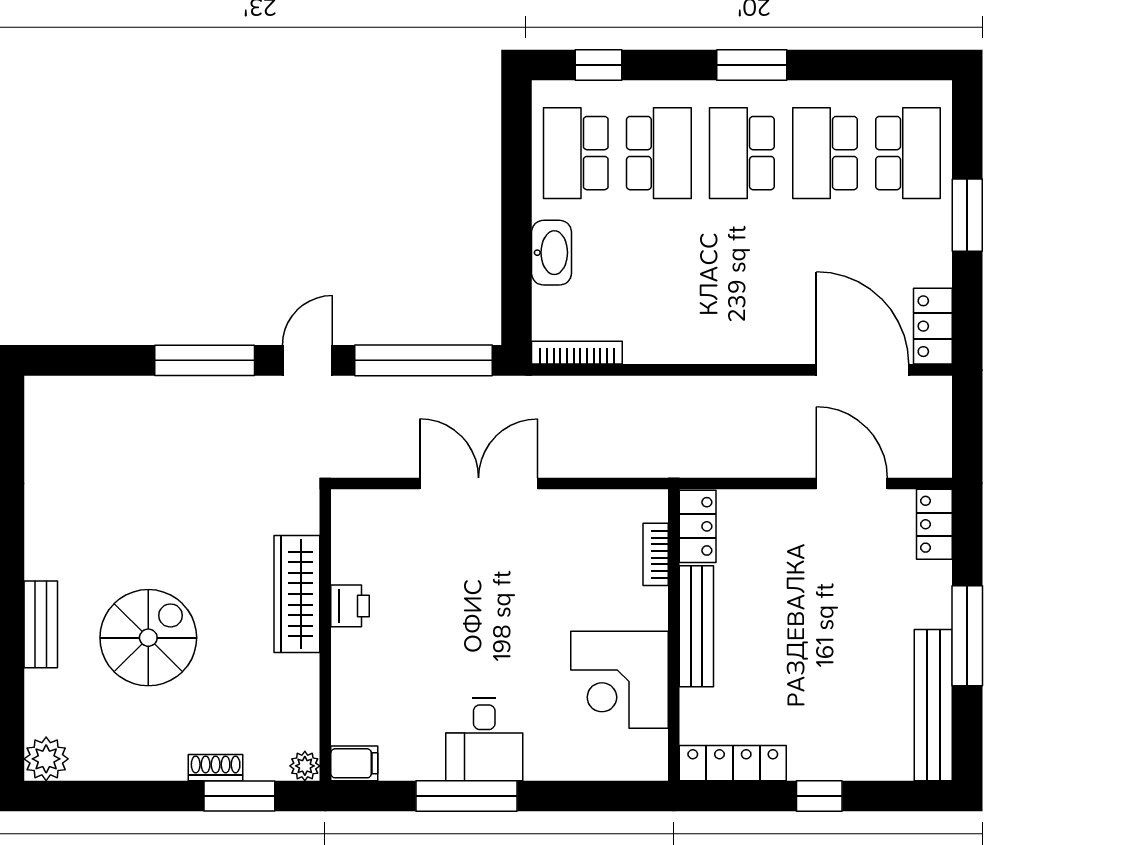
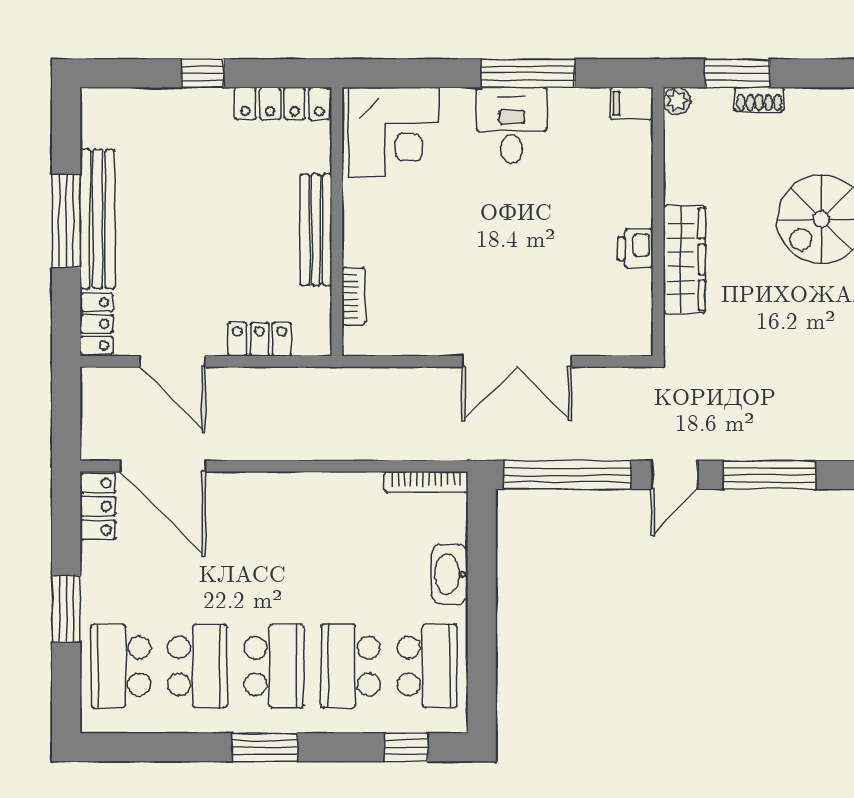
locker: (698, 526) -> (259, 339), moved, turned 90
corner desk: (619, 680) -> (393, 132), moved, turned 90
bench: (933, 705) -> (98, 219), moved

